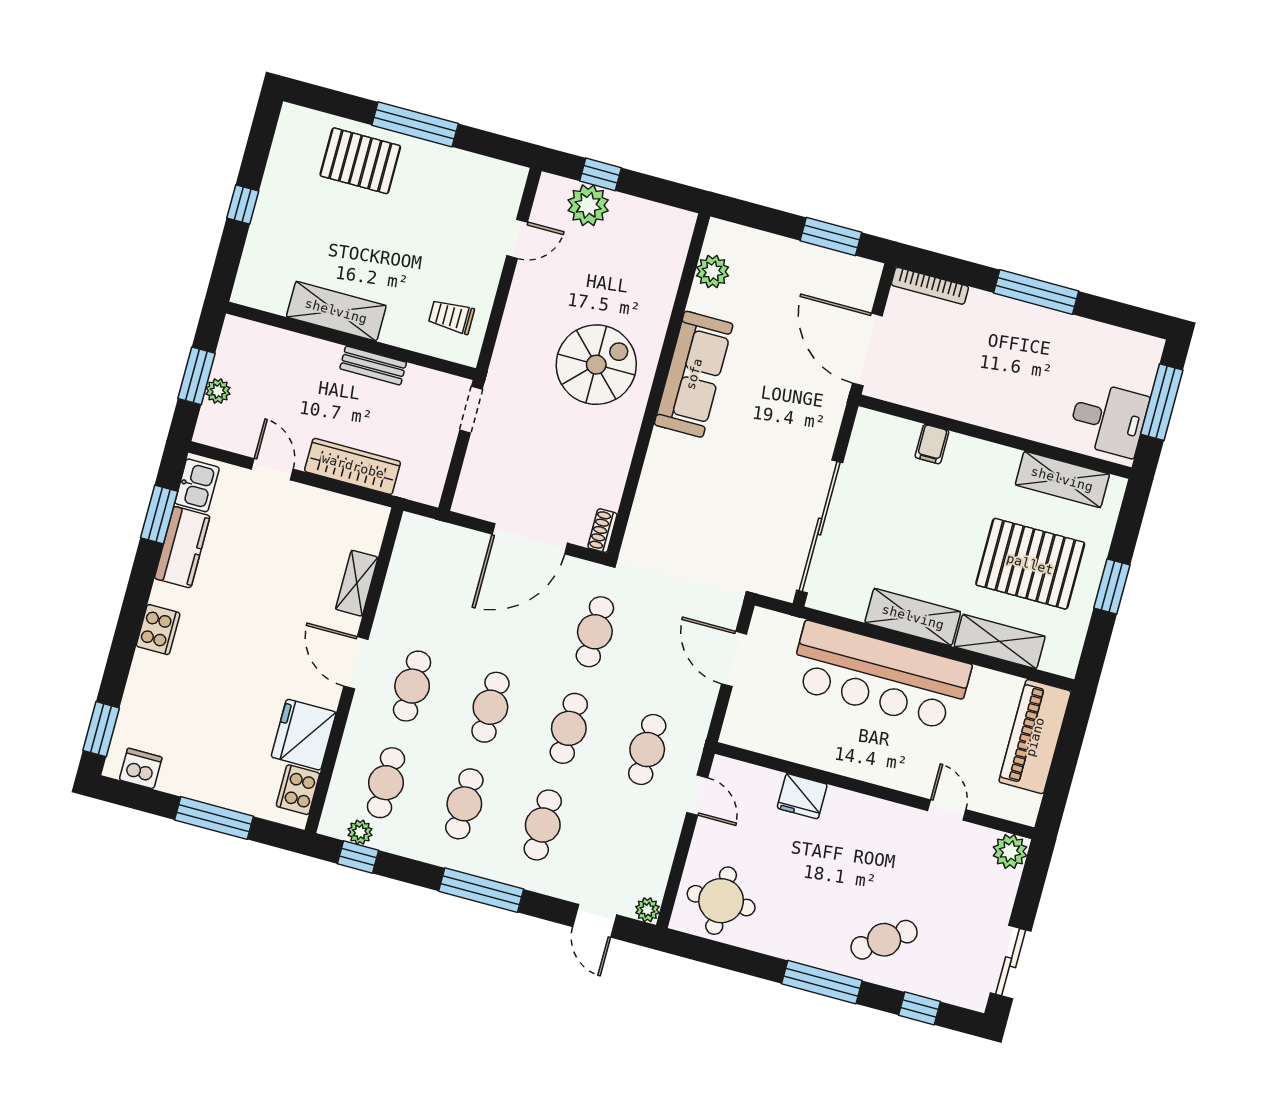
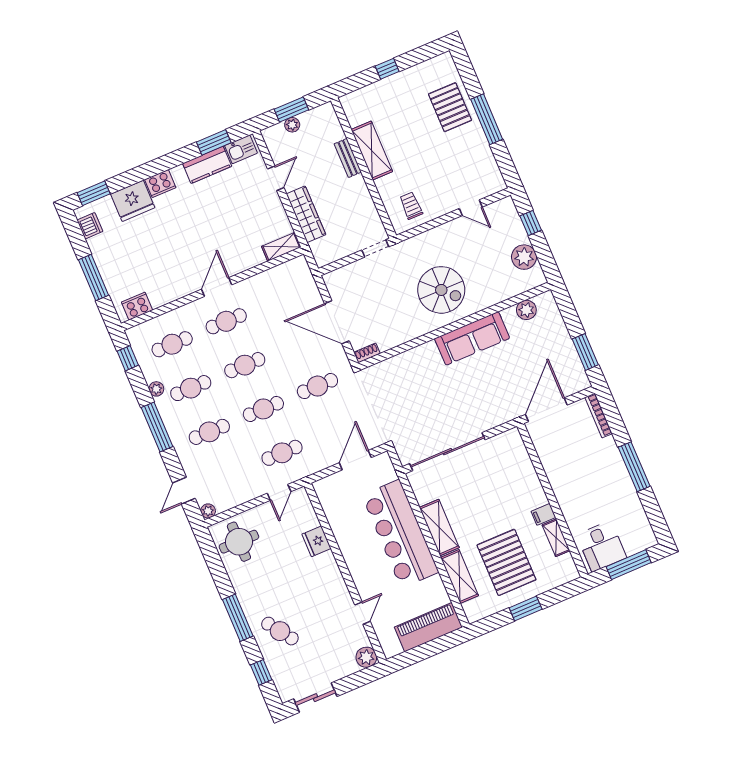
plant: (588, 205) -> (524, 257), moved
bench: (373, 365) -> (348, 158), moved
filing cabinet: (932, 444) -> (543, 514), moved
shelving: (1062, 479) -> (556, 538), width x0.67, depth x0.75
shelving: (357, 583) -> (281, 247), moved
fridge: (304, 735) -> (133, 201), moved, turned 180
plant: (360, 832) -> (156, 389), moved

